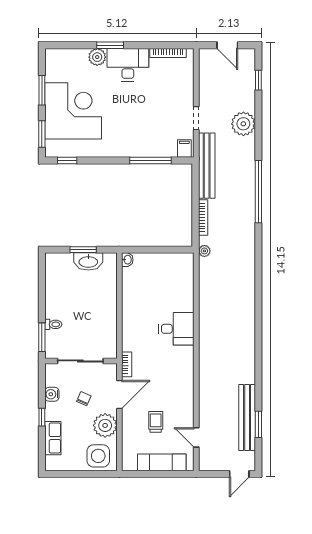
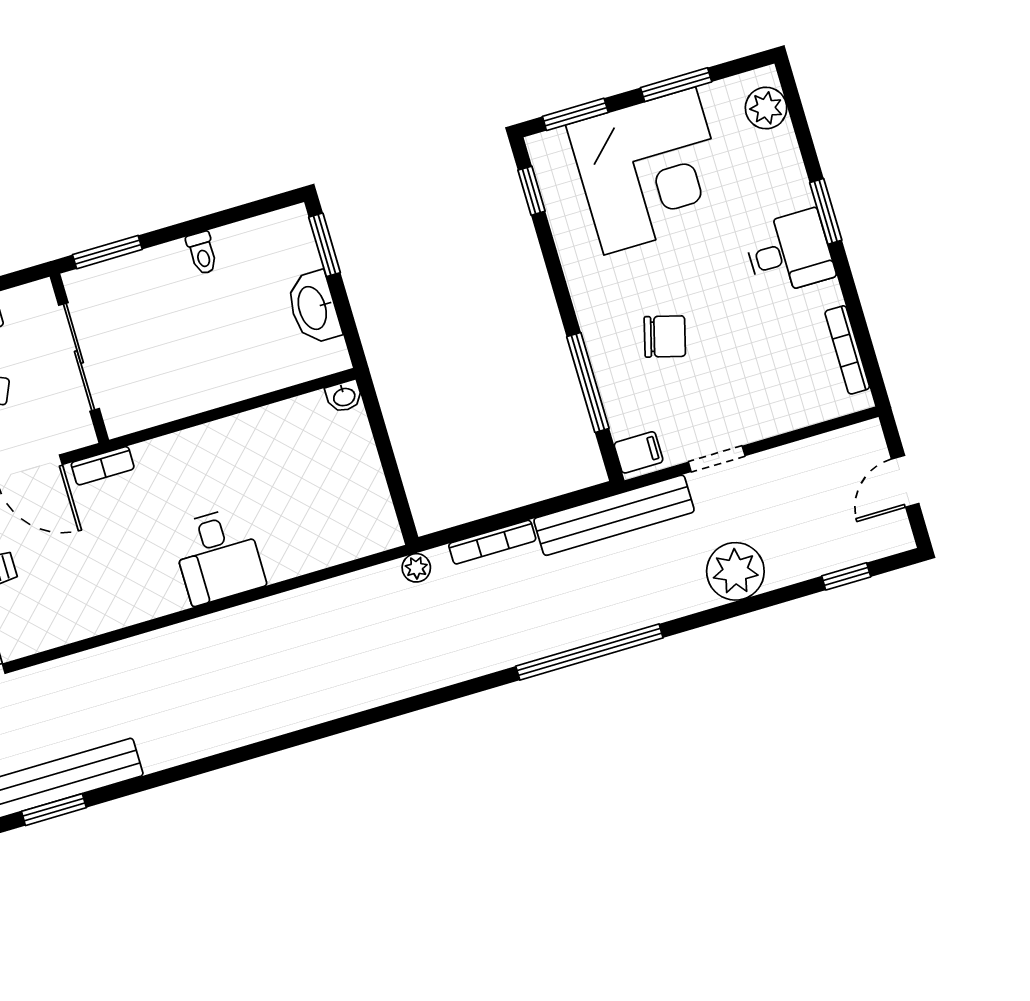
plant: (97, 57) -> (766, 108), moved
desk: (128, 65) -> (789, 252), width x0.73
chair: (141, 124) -> (665, 336), added
window: (83, 250) -> (325, 245), moved
toilet: (53, 324) -> (202, 253), moved

